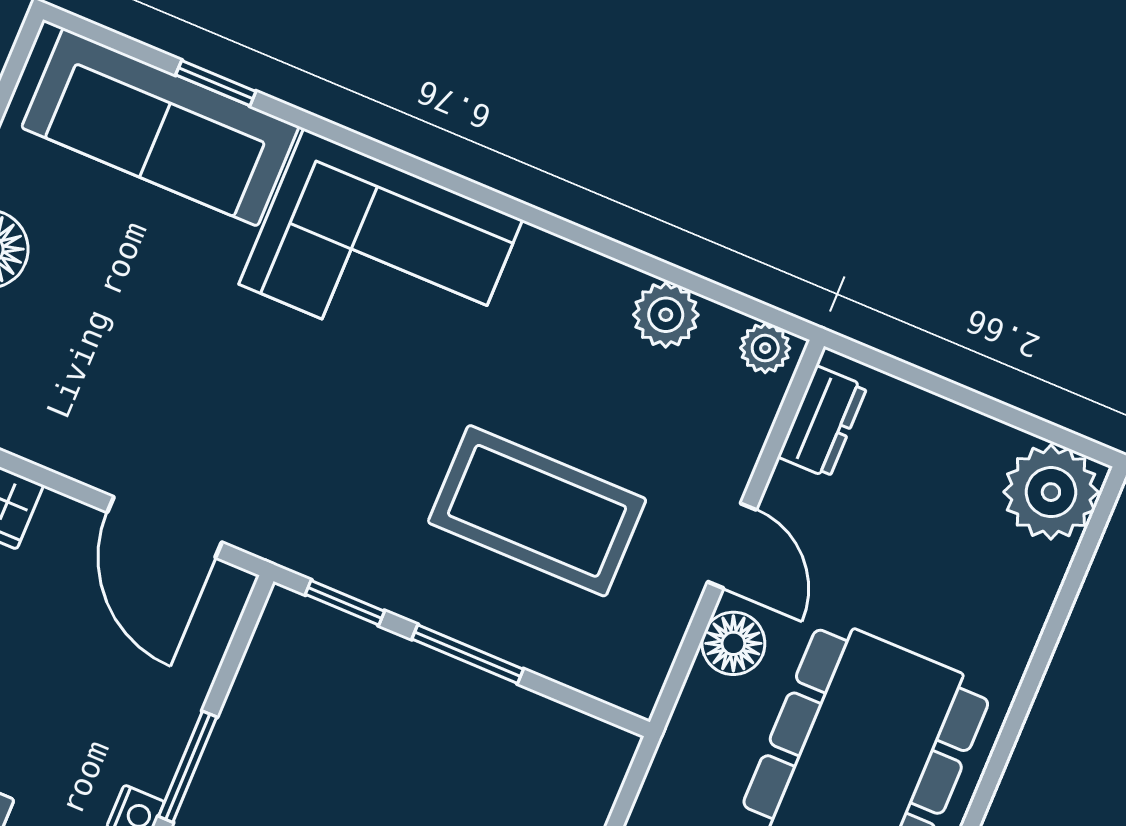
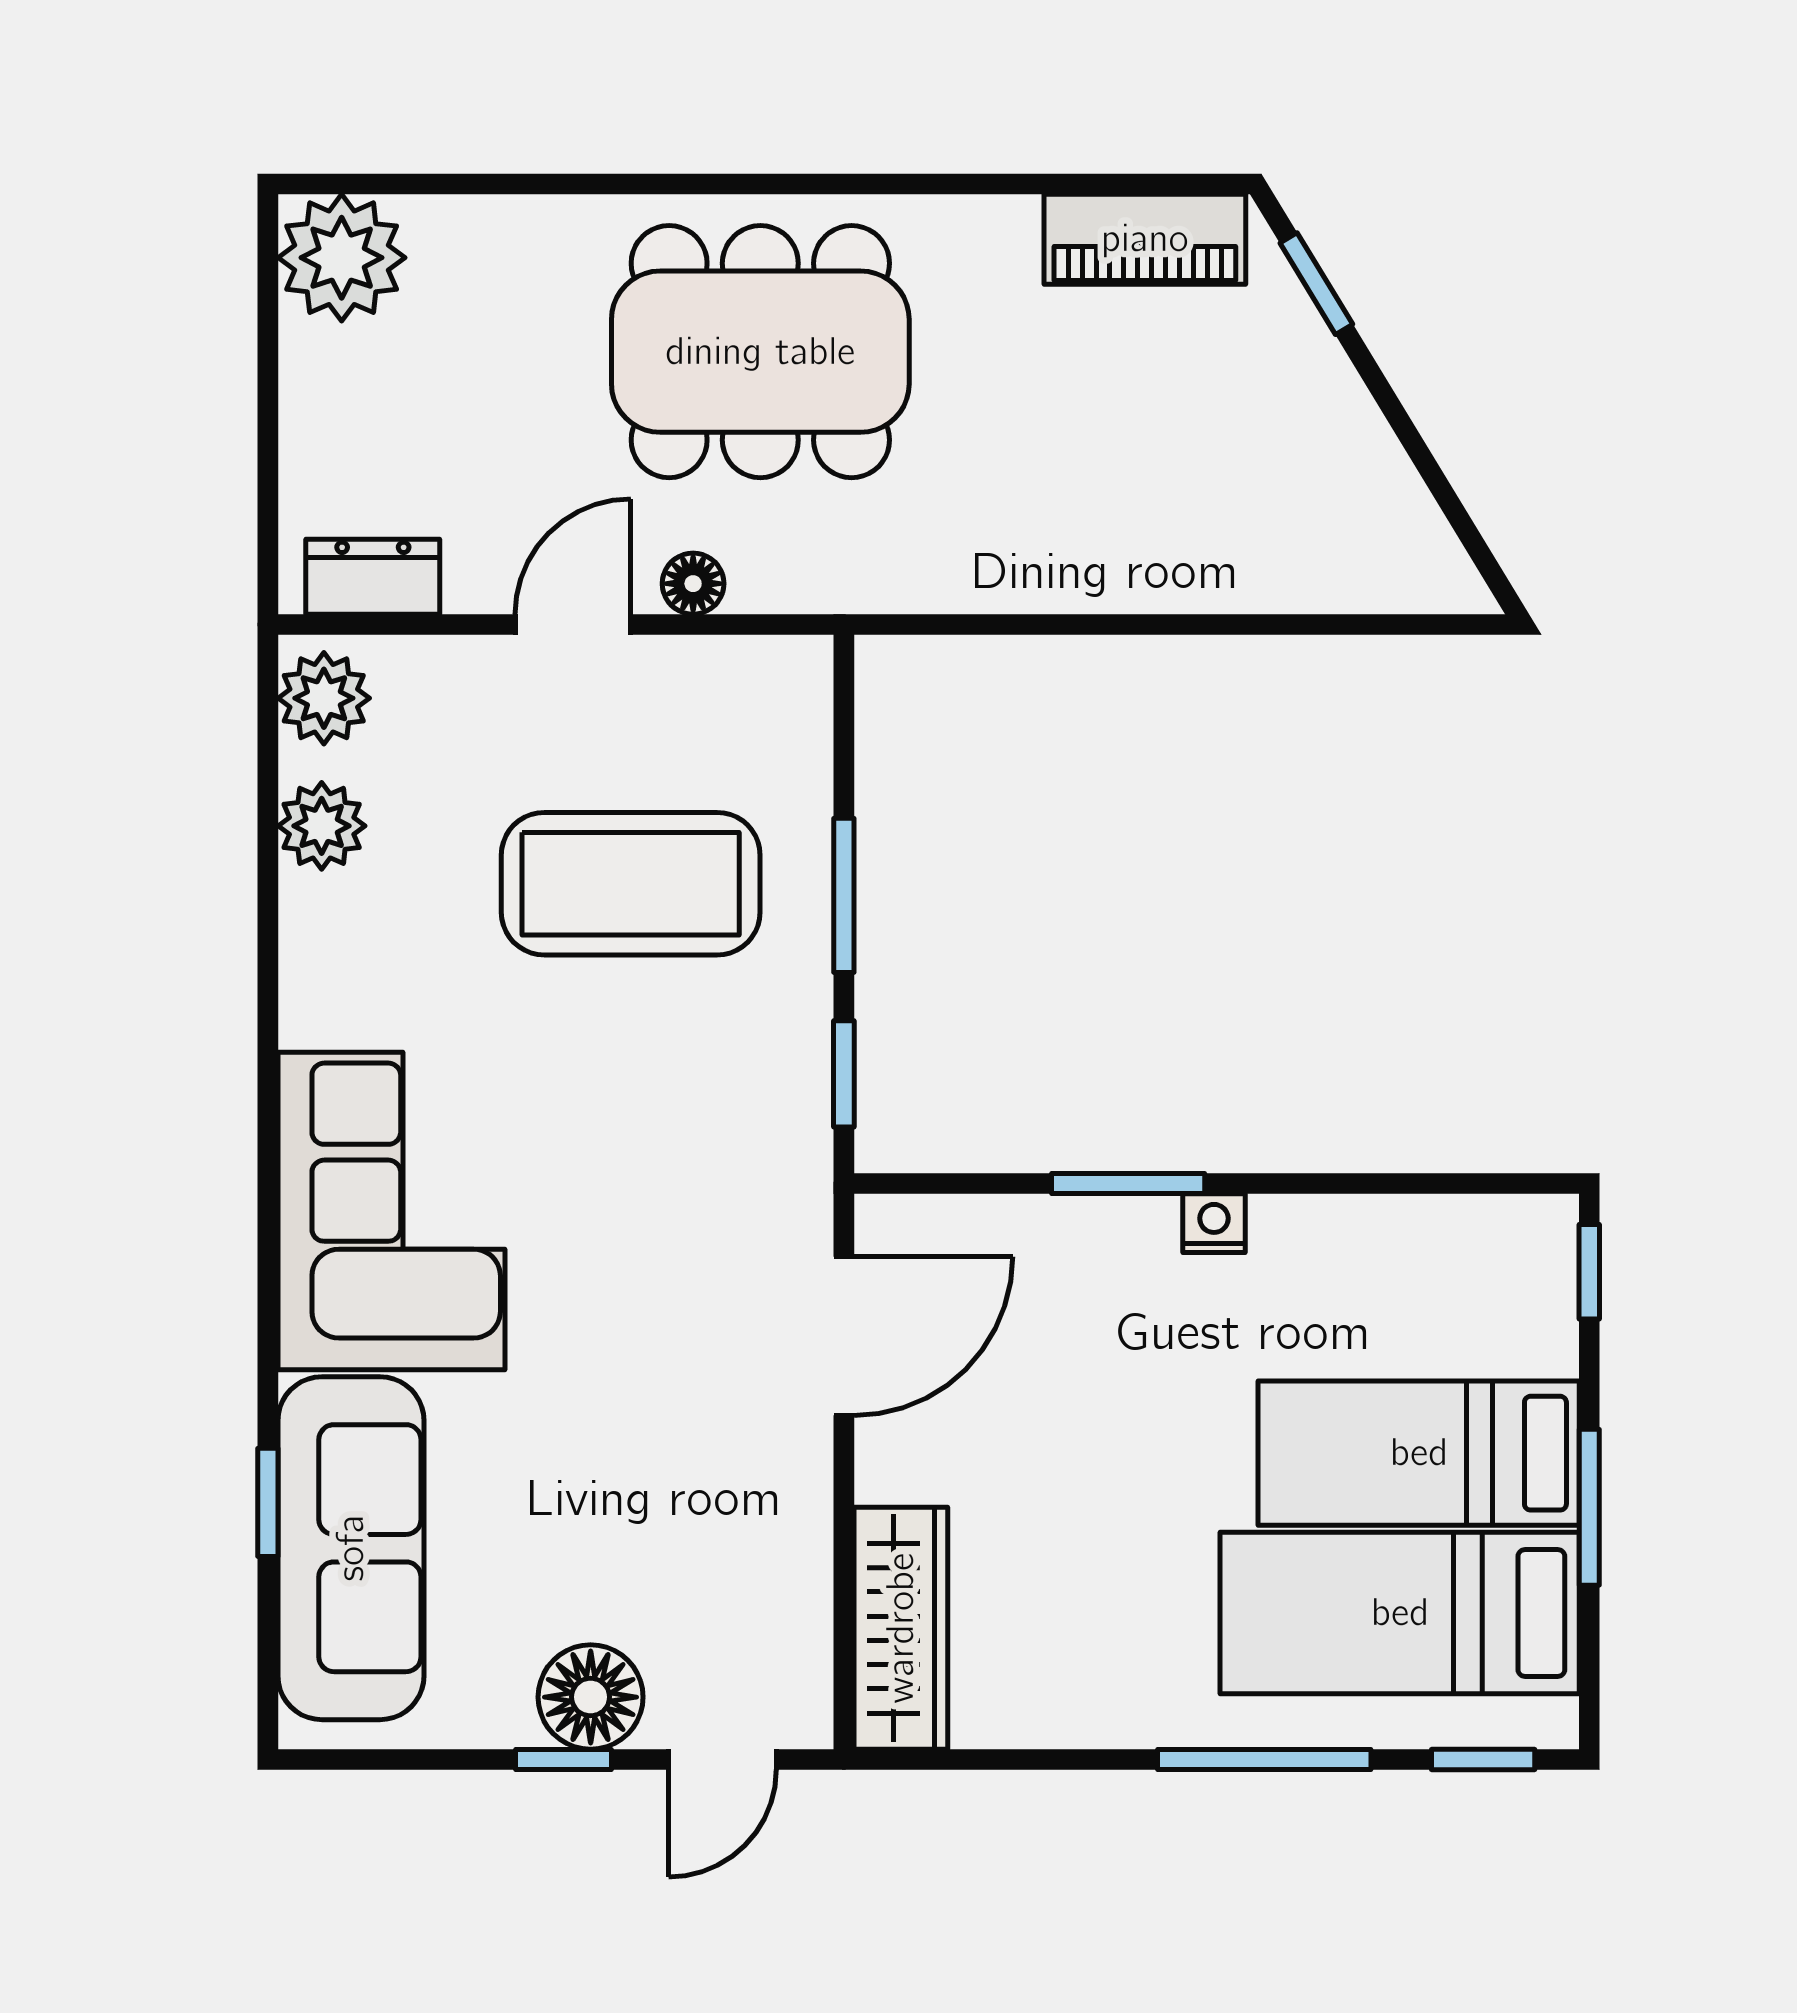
plant: (765, 348) -> (324, 698), width x1.38, depth x1.38
coffee table: (537, 511) -> (631, 884), turned 90
floor lamp: (733, 643) -> (693, 584), width x0.73, depth x0.73

